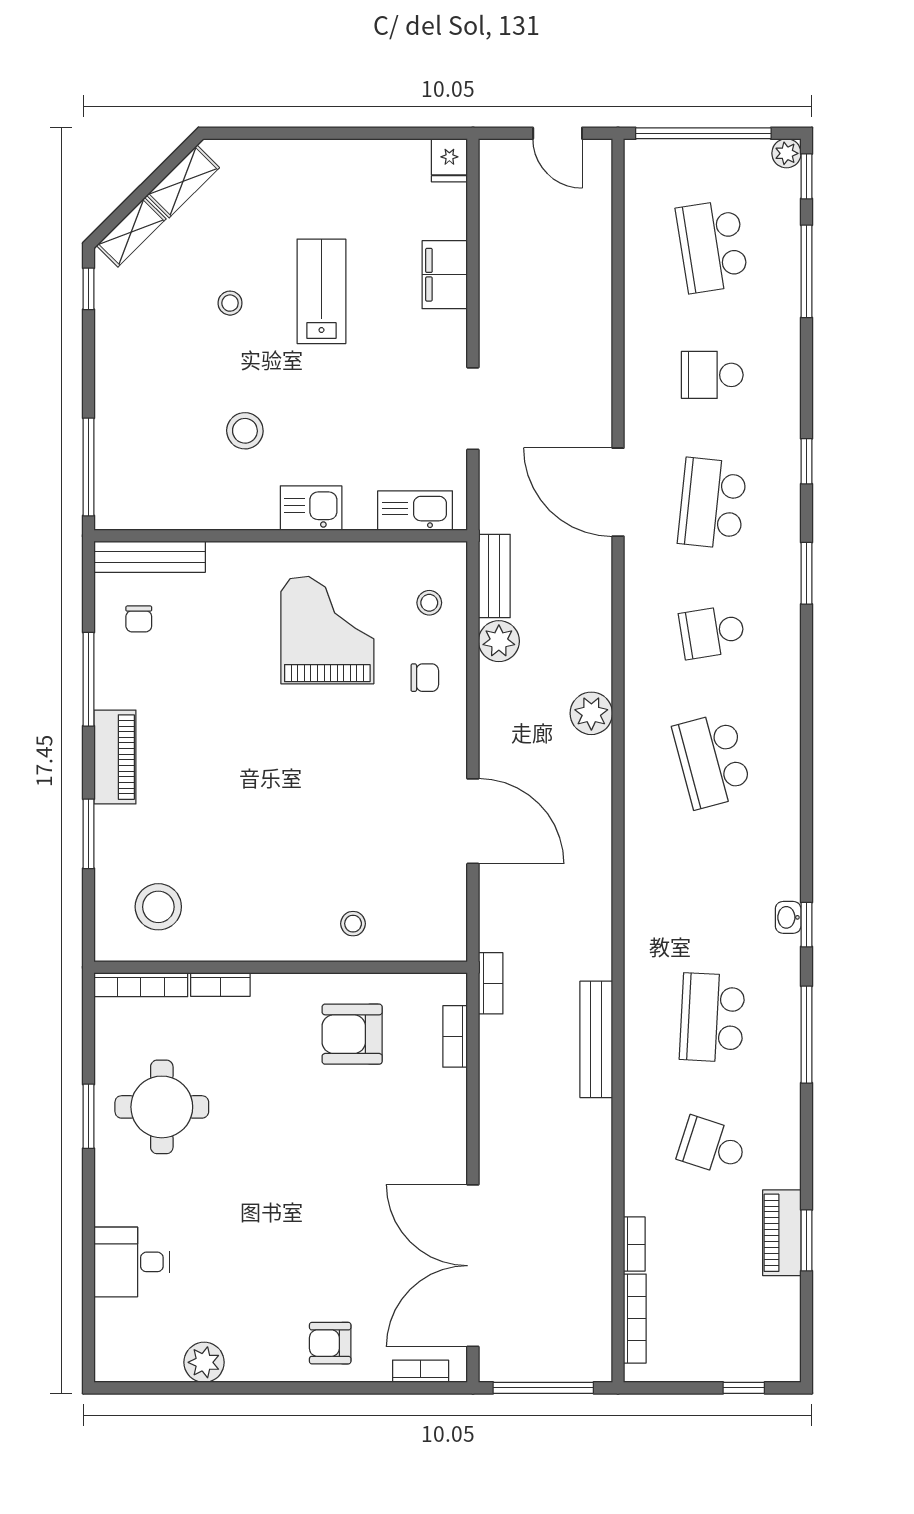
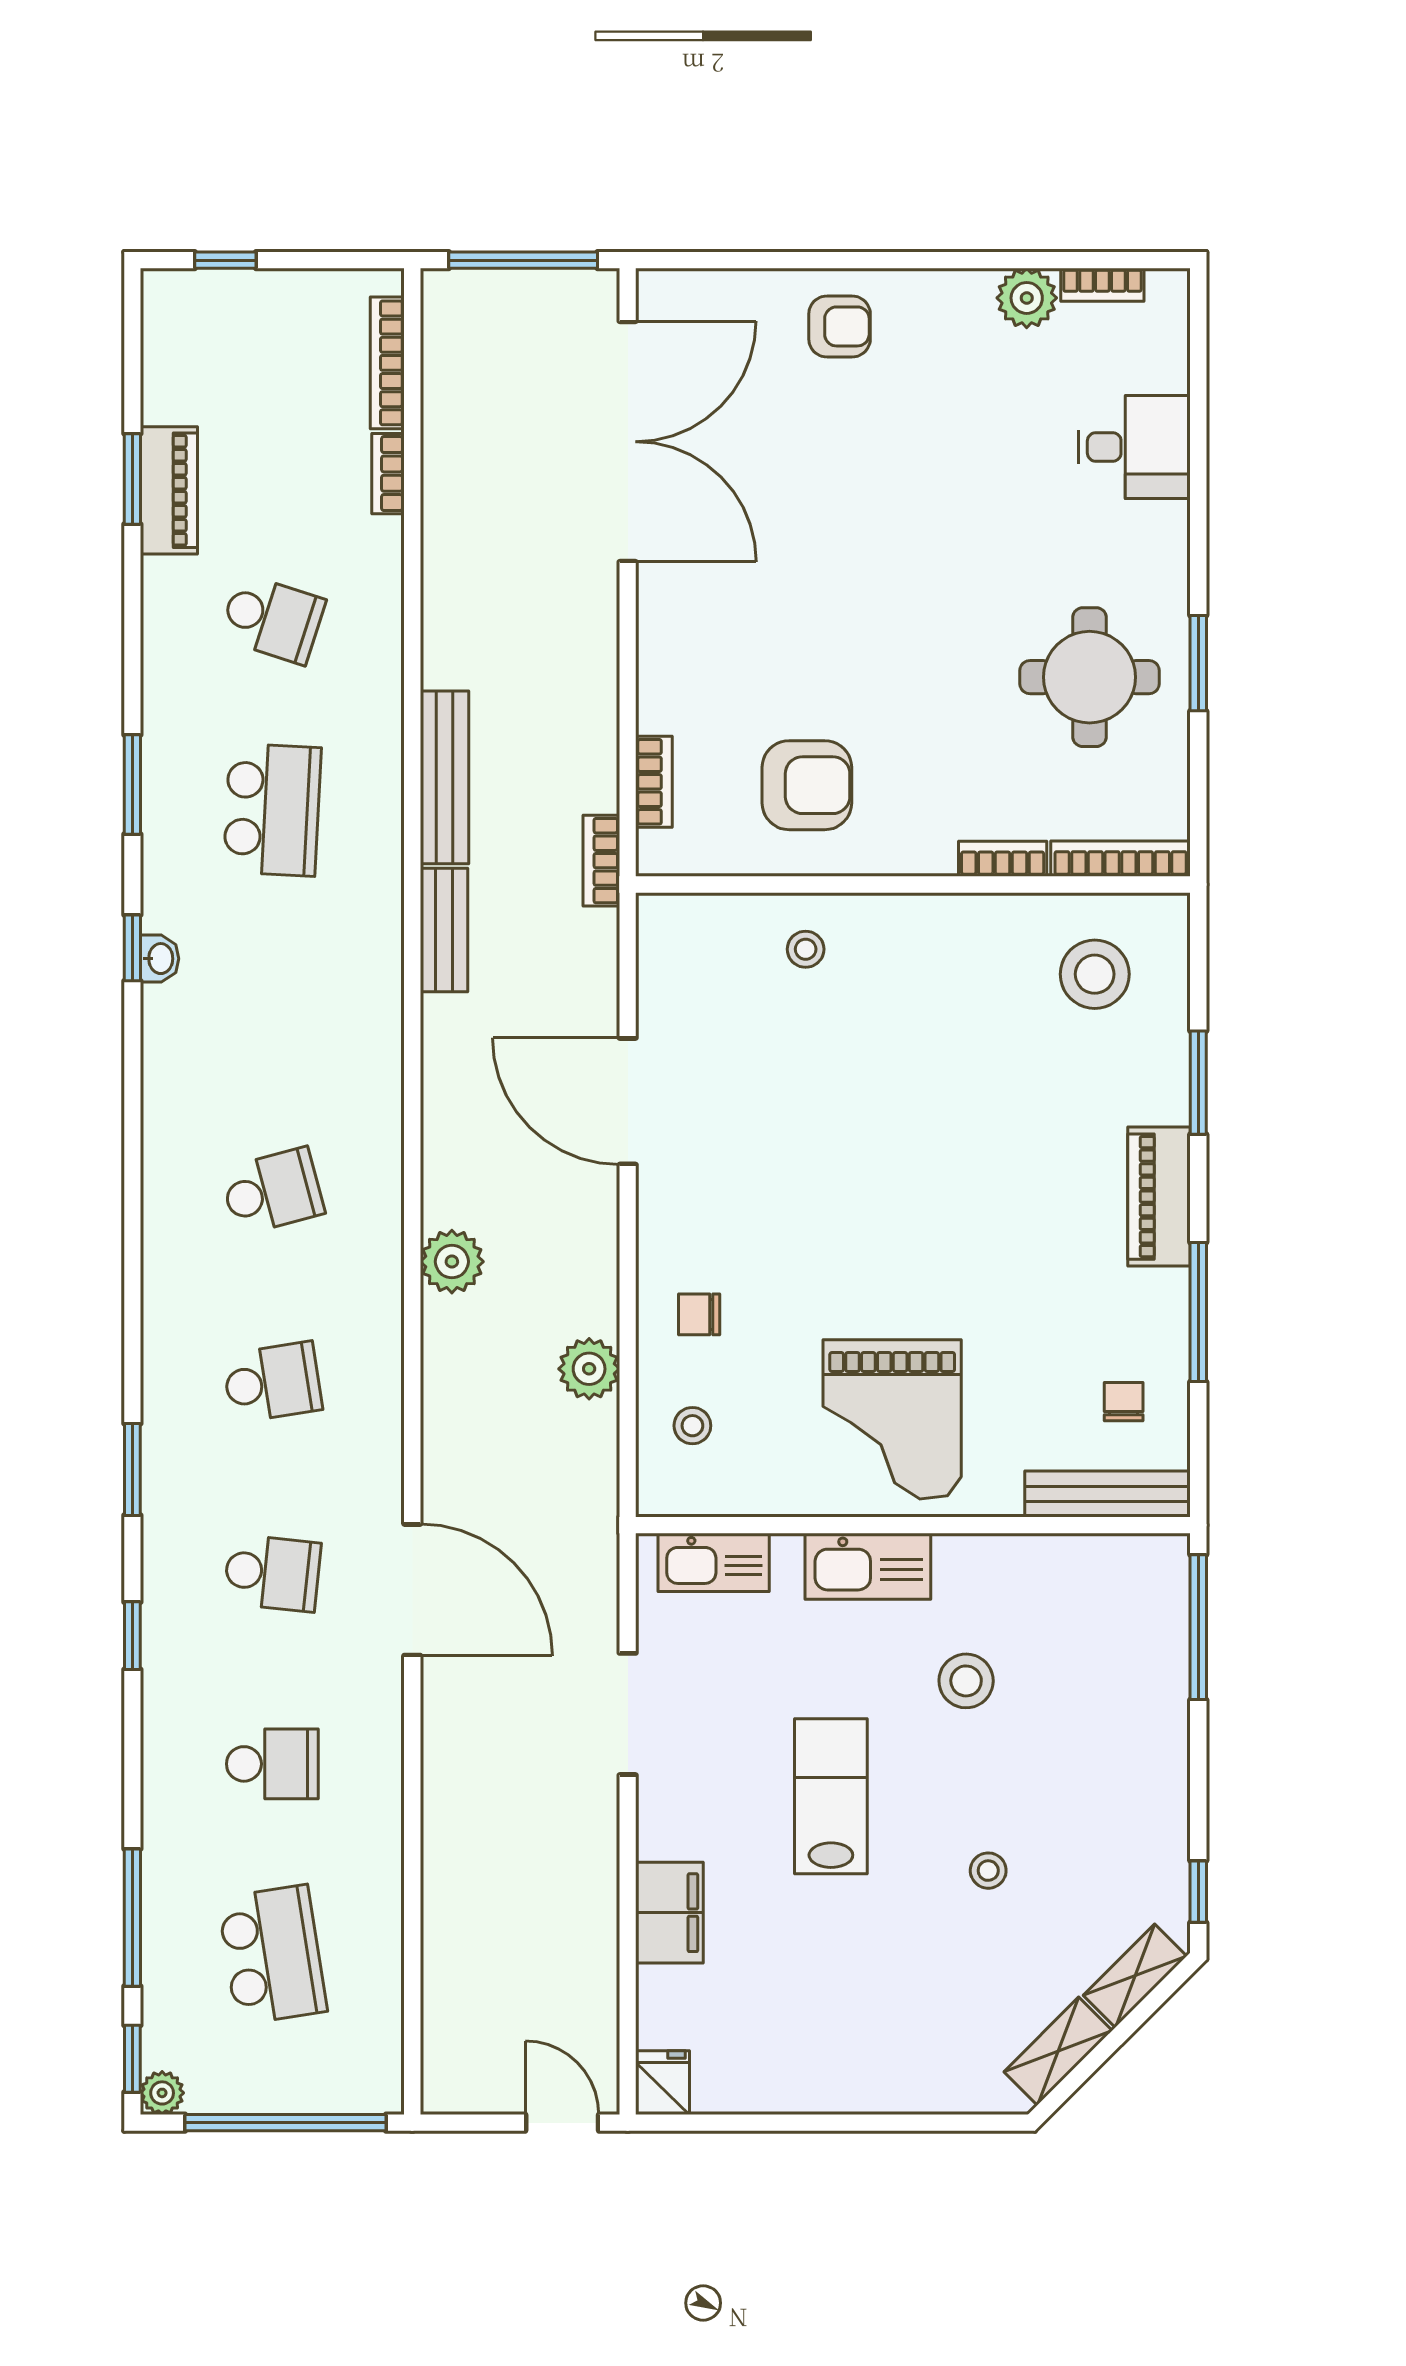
door: (558, 133) -> (562, 2123), moved
lab bench: (321, 291) -> (831, 1796), moved, turned 180
school desk: (712, 503) -> (272, 1573), width x0.54
kitchen sink: (311, 508) -> (868, 1566), width x1.38
bench: (494, 576) -> (444, 930), moved
grand piano: (327, 630) -> (892, 1419), moved
school desk: (712, 761) -> (272, 1191), width x0.54
window: (807, 1035) -> (132, 784), width x0.69
bookcase: (421, 1371) -> (1102, 285), moved

